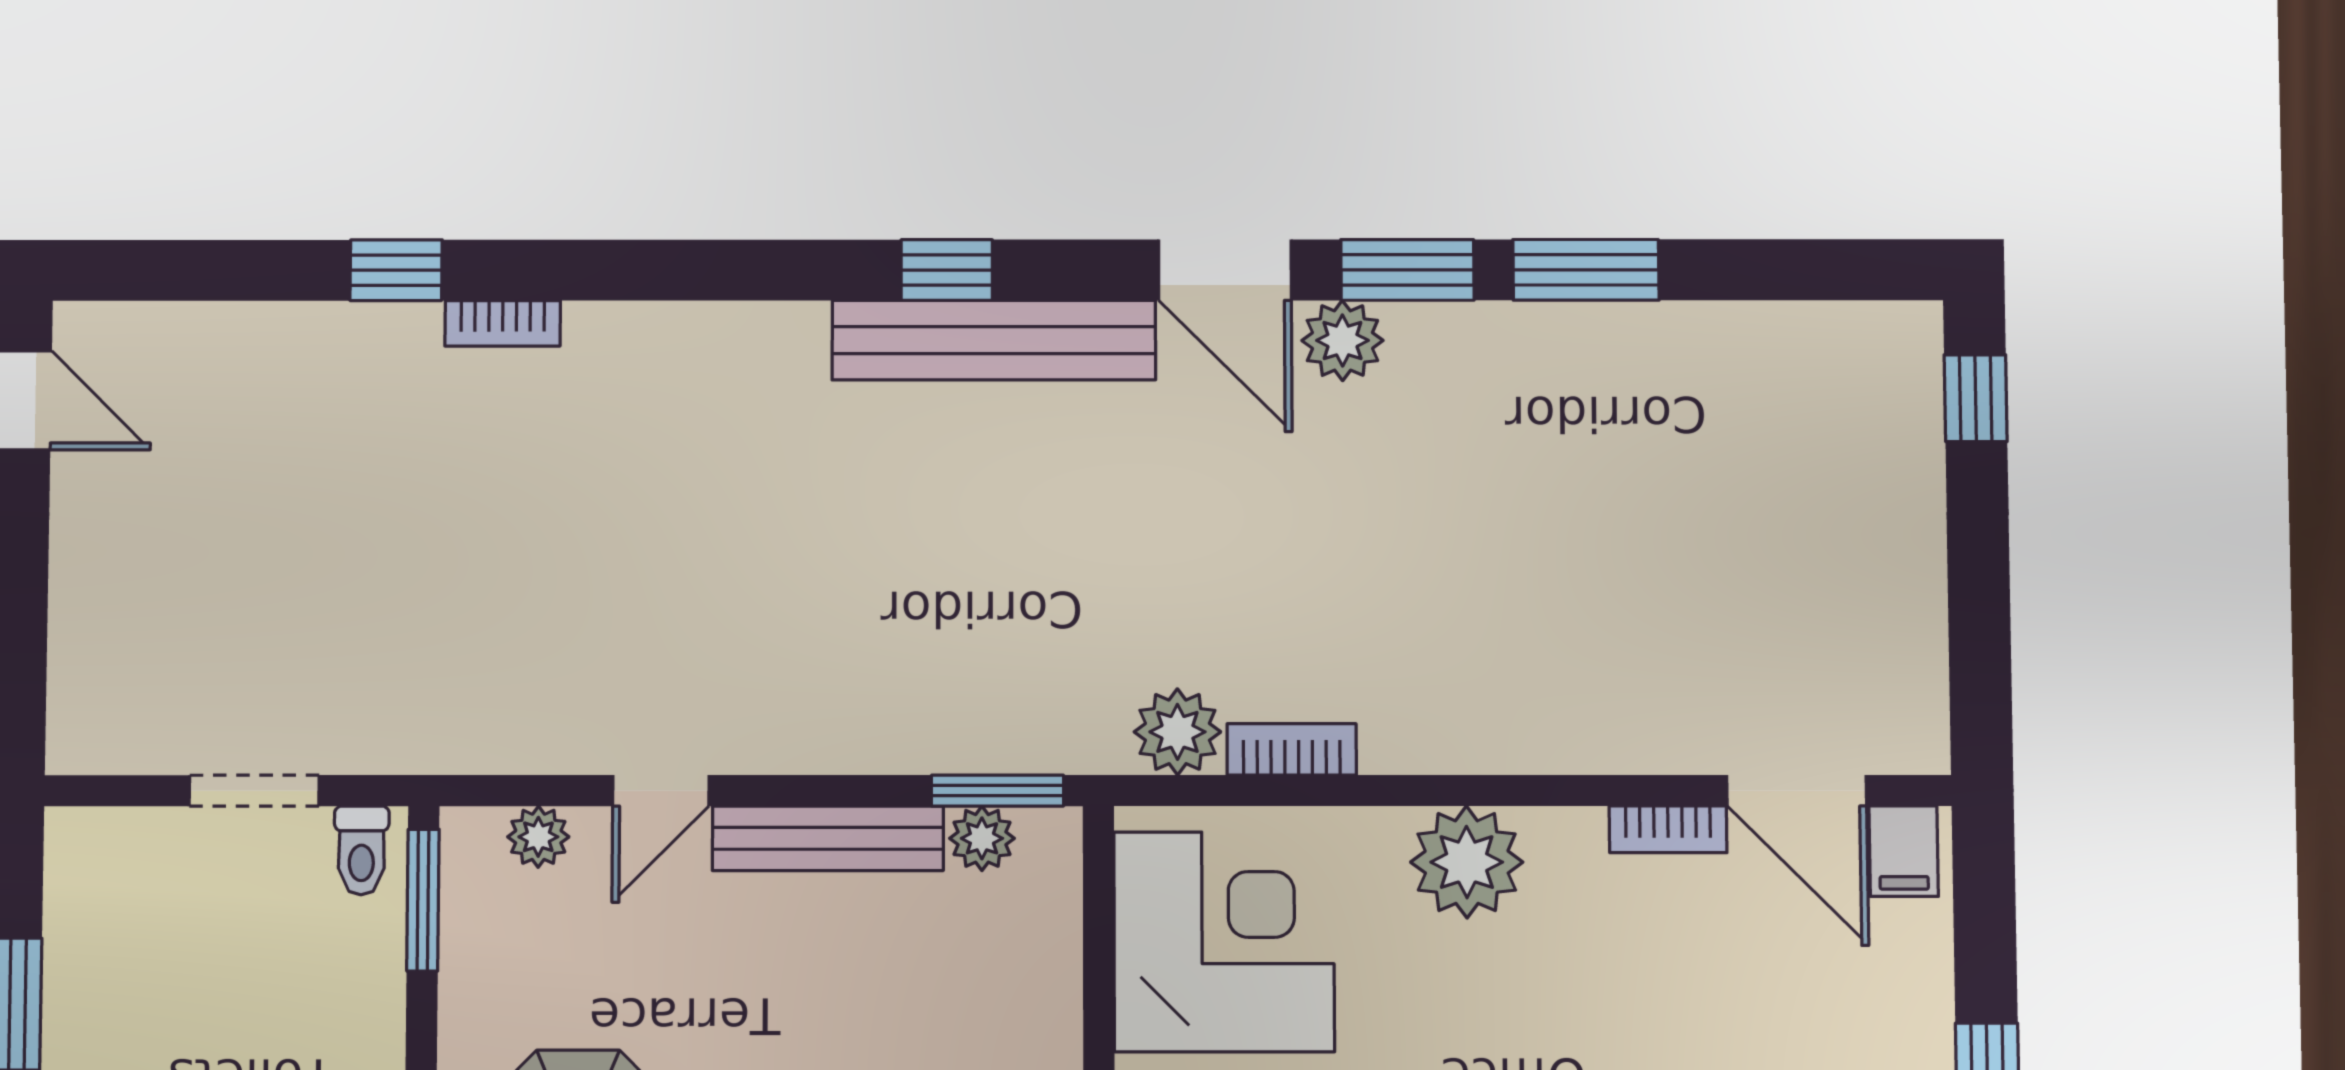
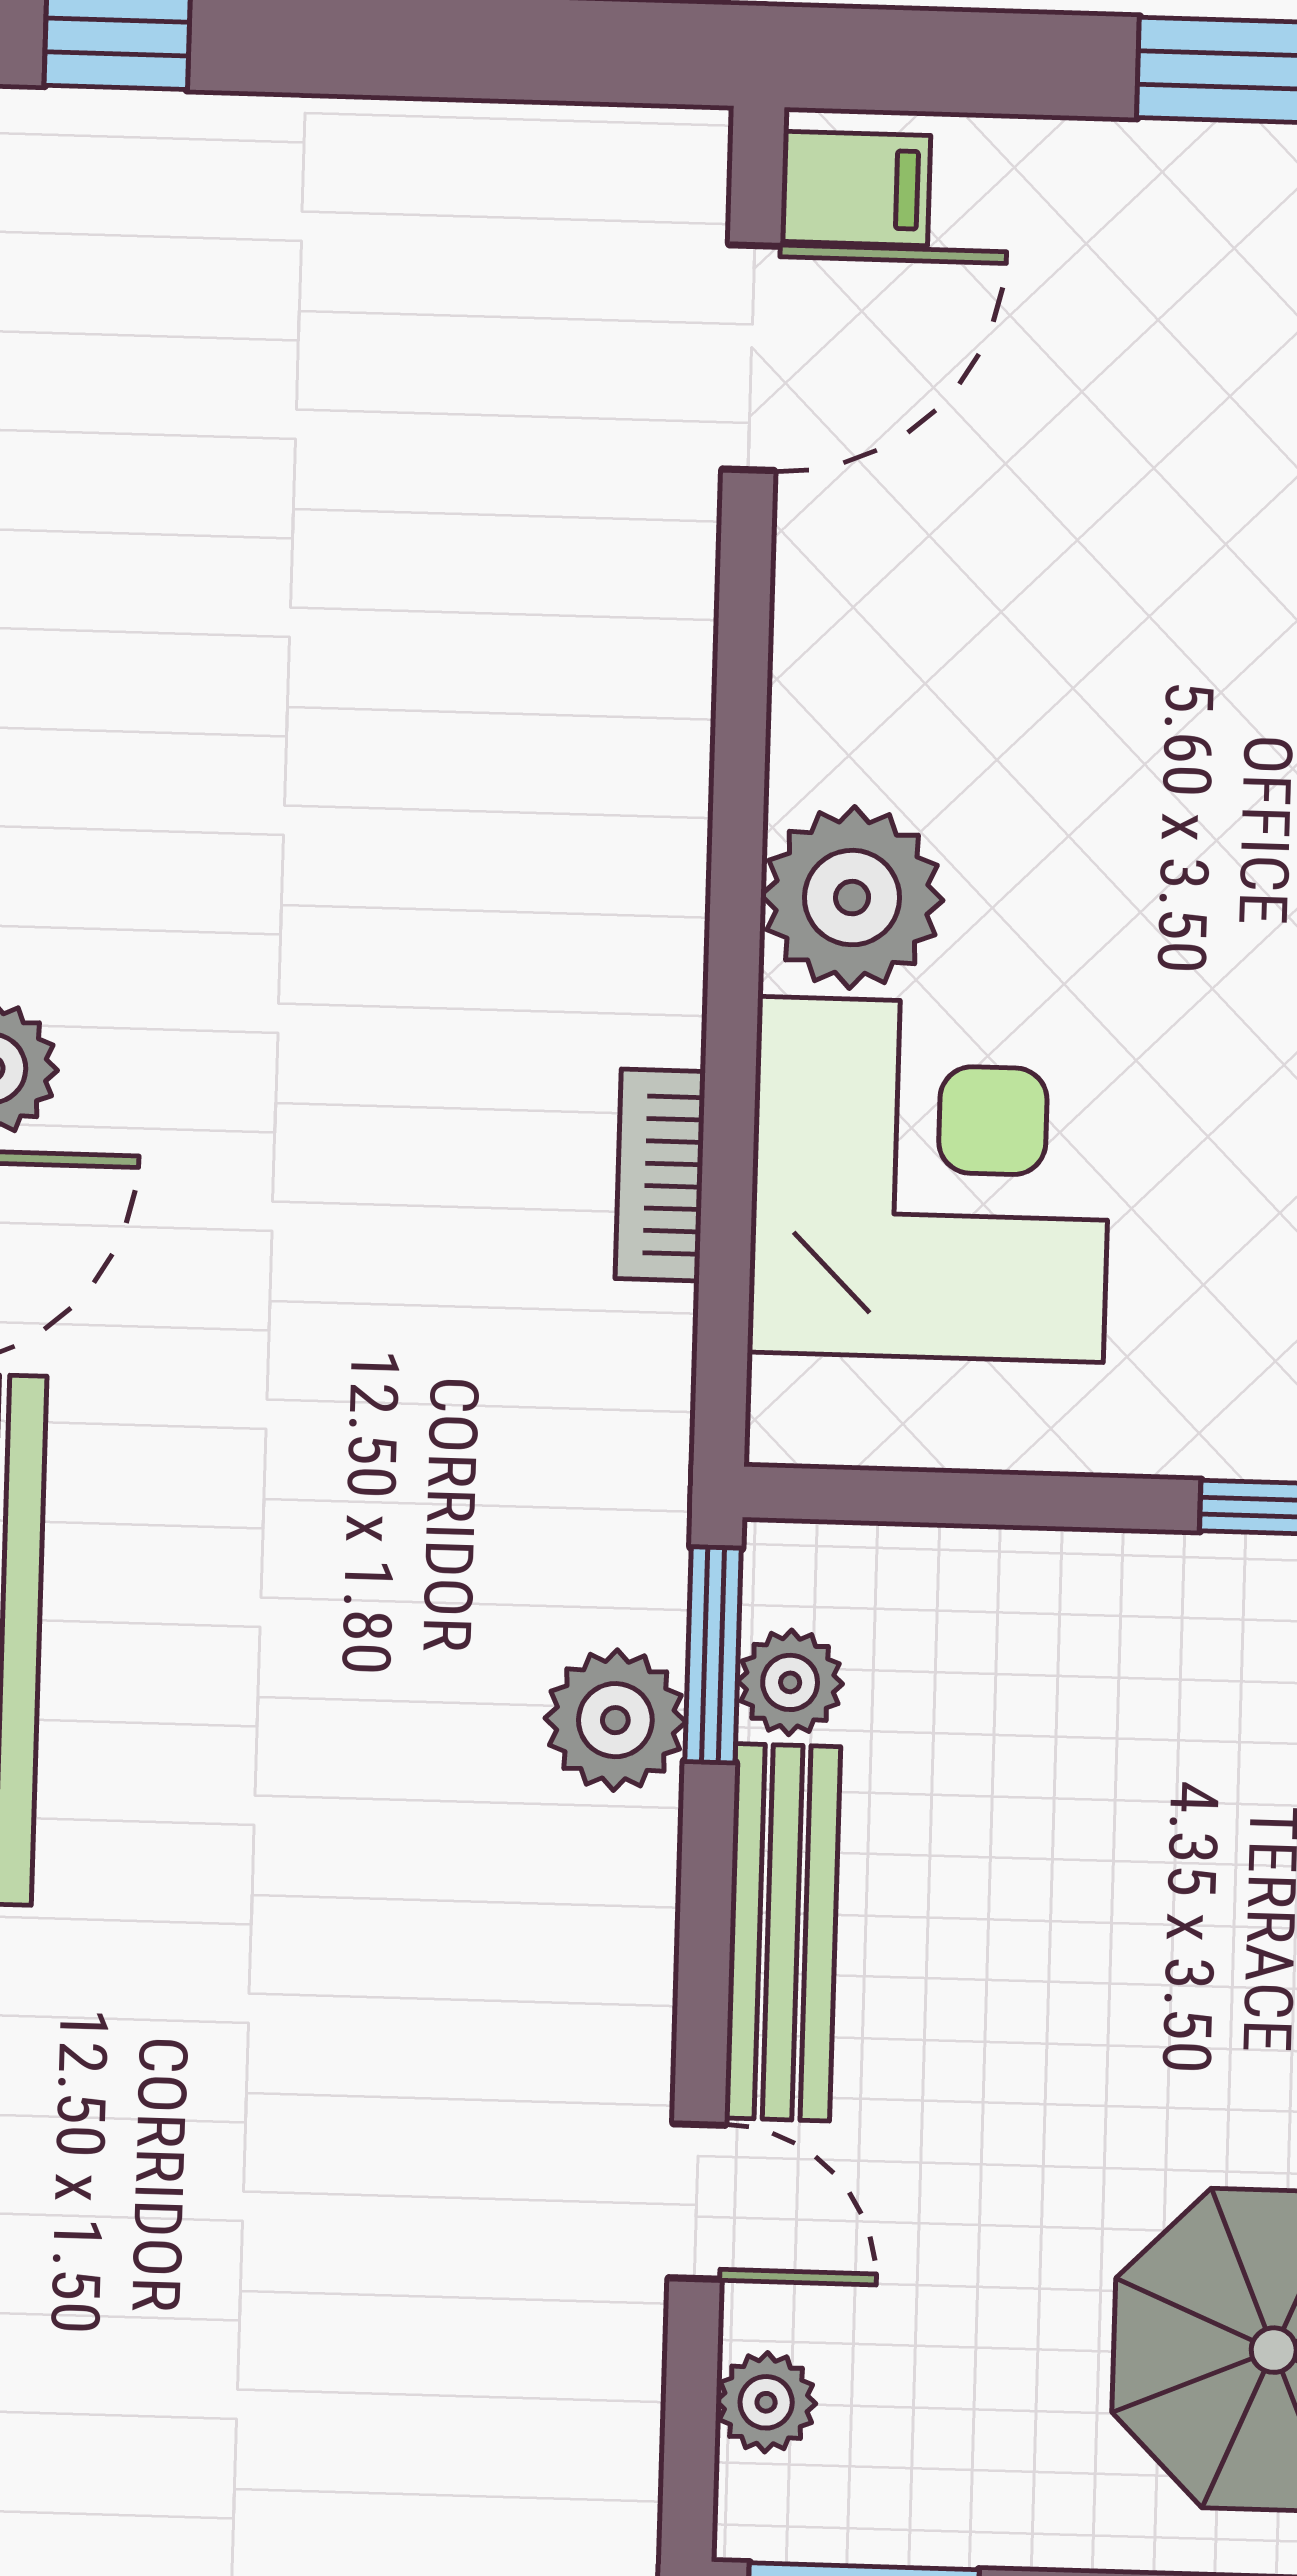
plant: (1177, 732) -> (615, 1720), moved
bookcase: (1668, 829) -> (809, 569), removed
corner desk: (1224, 942) -> (931, 1179), moved, turned 90

